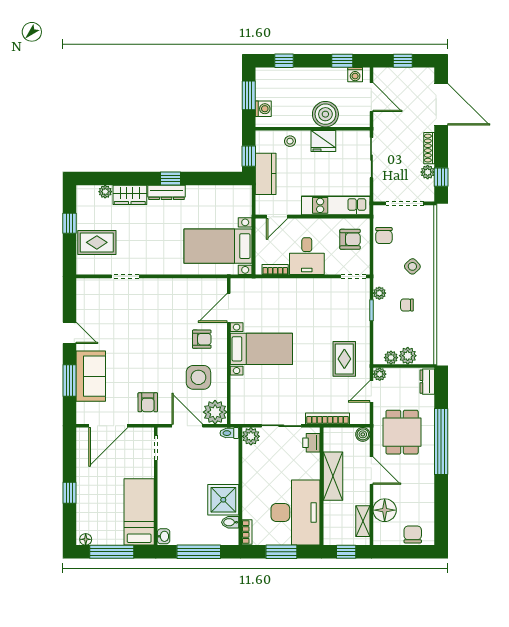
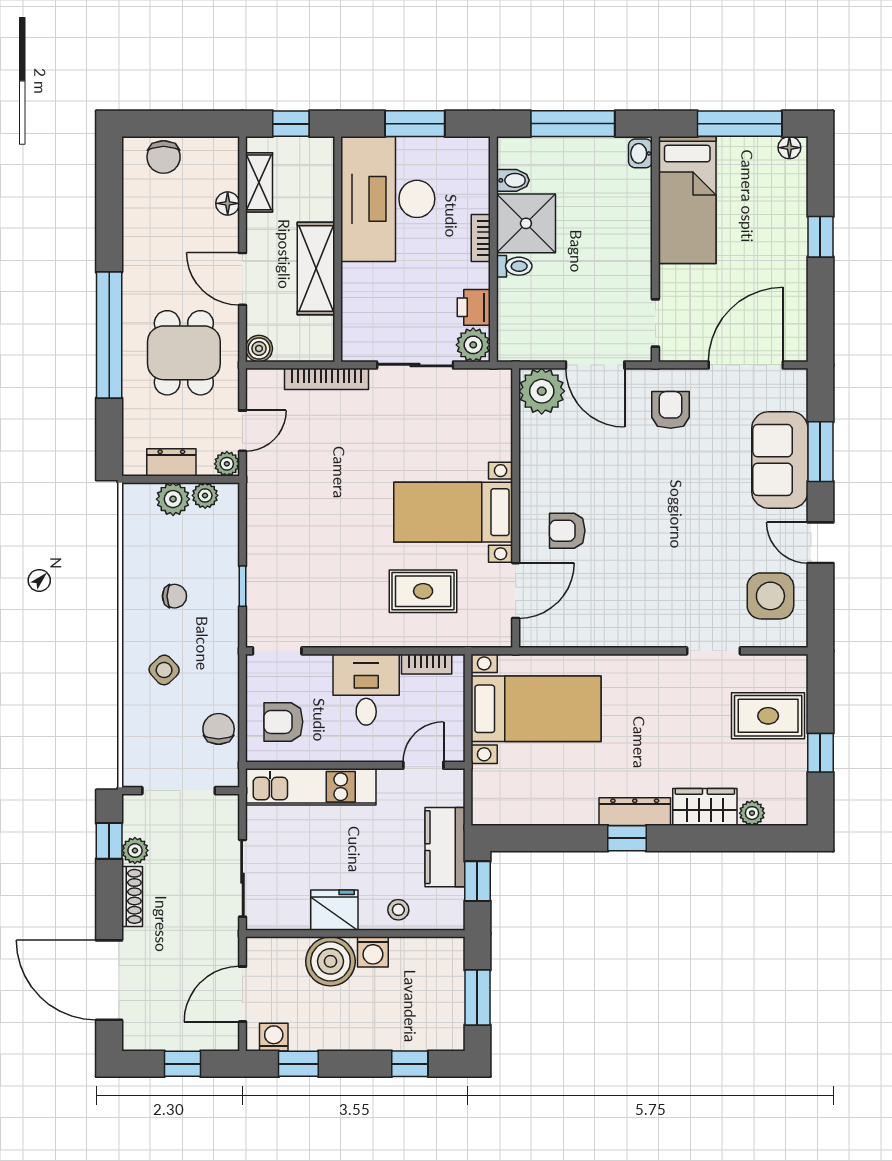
door: (371, 97) -> (242, 994), hinge flipped
washing machine: (263, 109) -> (373, 952), moved, turned -90
plant: (379, 293) -> (227, 619), removed
rug: (344, 359) -> (423, 591), moved, turned 90
side table: (198, 377) -> (770, 596), moved
dresser: (427, 382) -> (171, 462), moved, turned -90
toilet: (229, 433) -> (514, 266), moved
printer: (311, 443) -> (474, 307), moved, turned 180
floor lamp: (385, 510) -> (228, 203), width x0.53, depth x0.53
bookcase: (247, 532) -> (481, 238), moved

